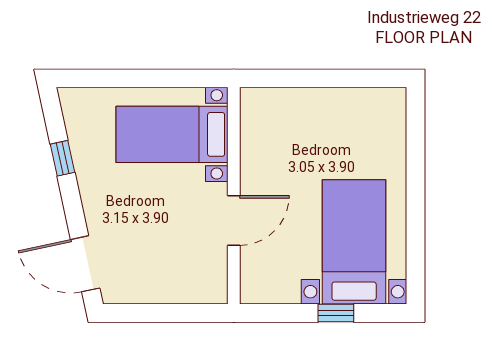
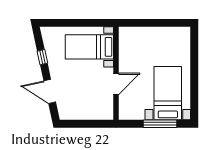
door: (85, 264) -> (50, 91), moved
window: (336, 313) -> (160, 124), width x2.17

